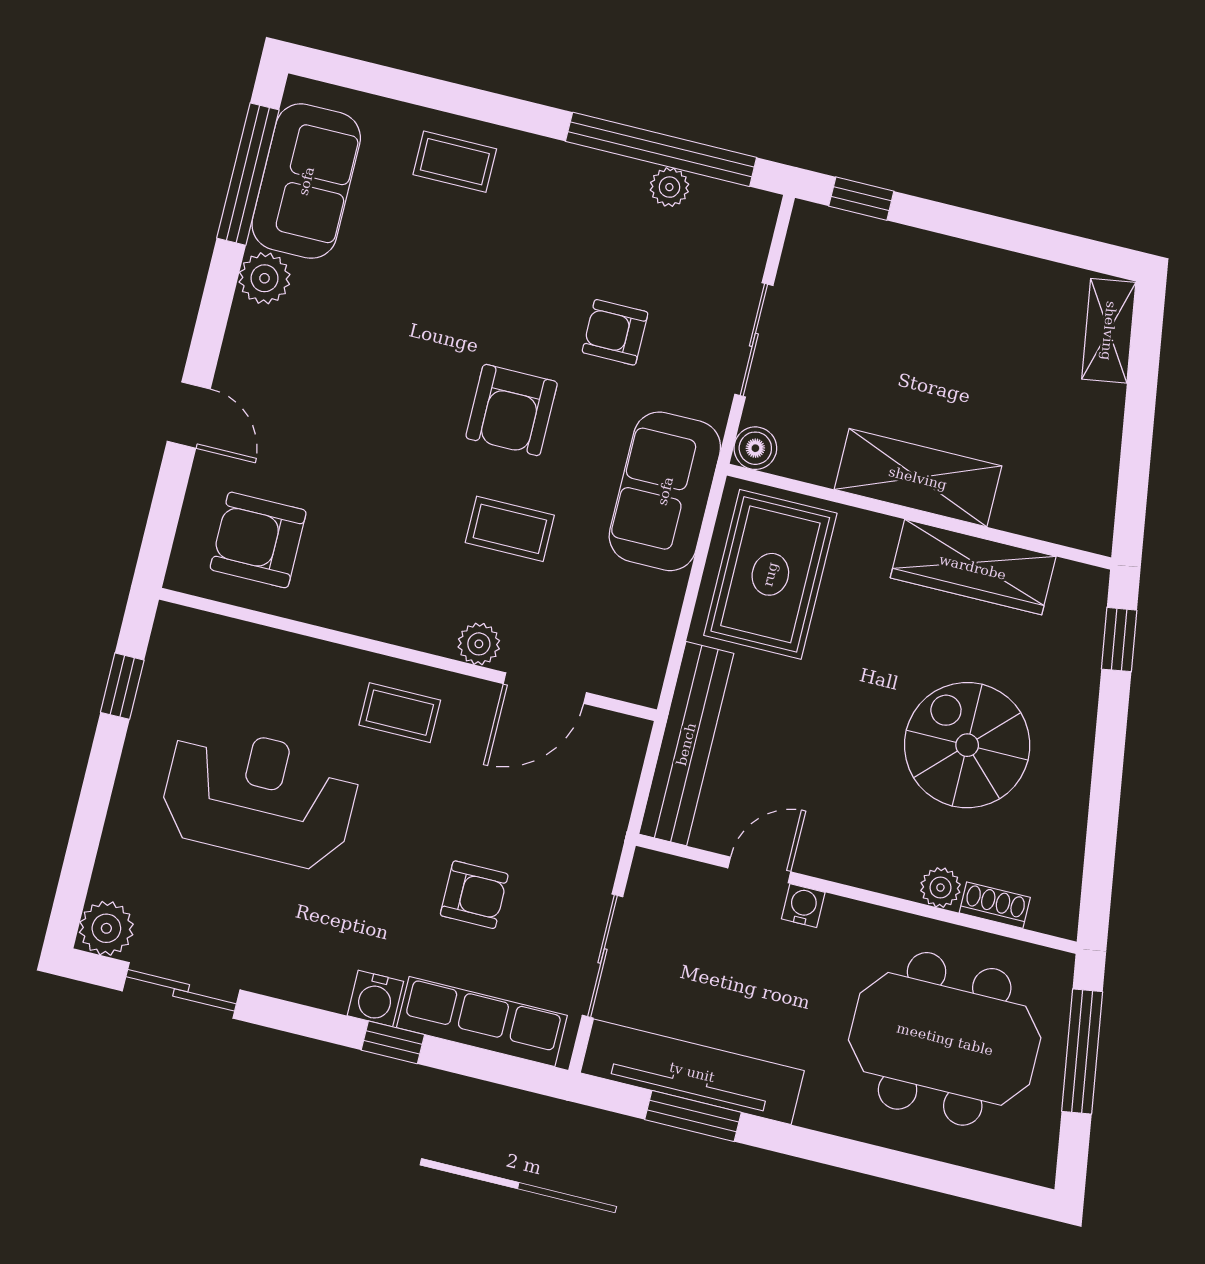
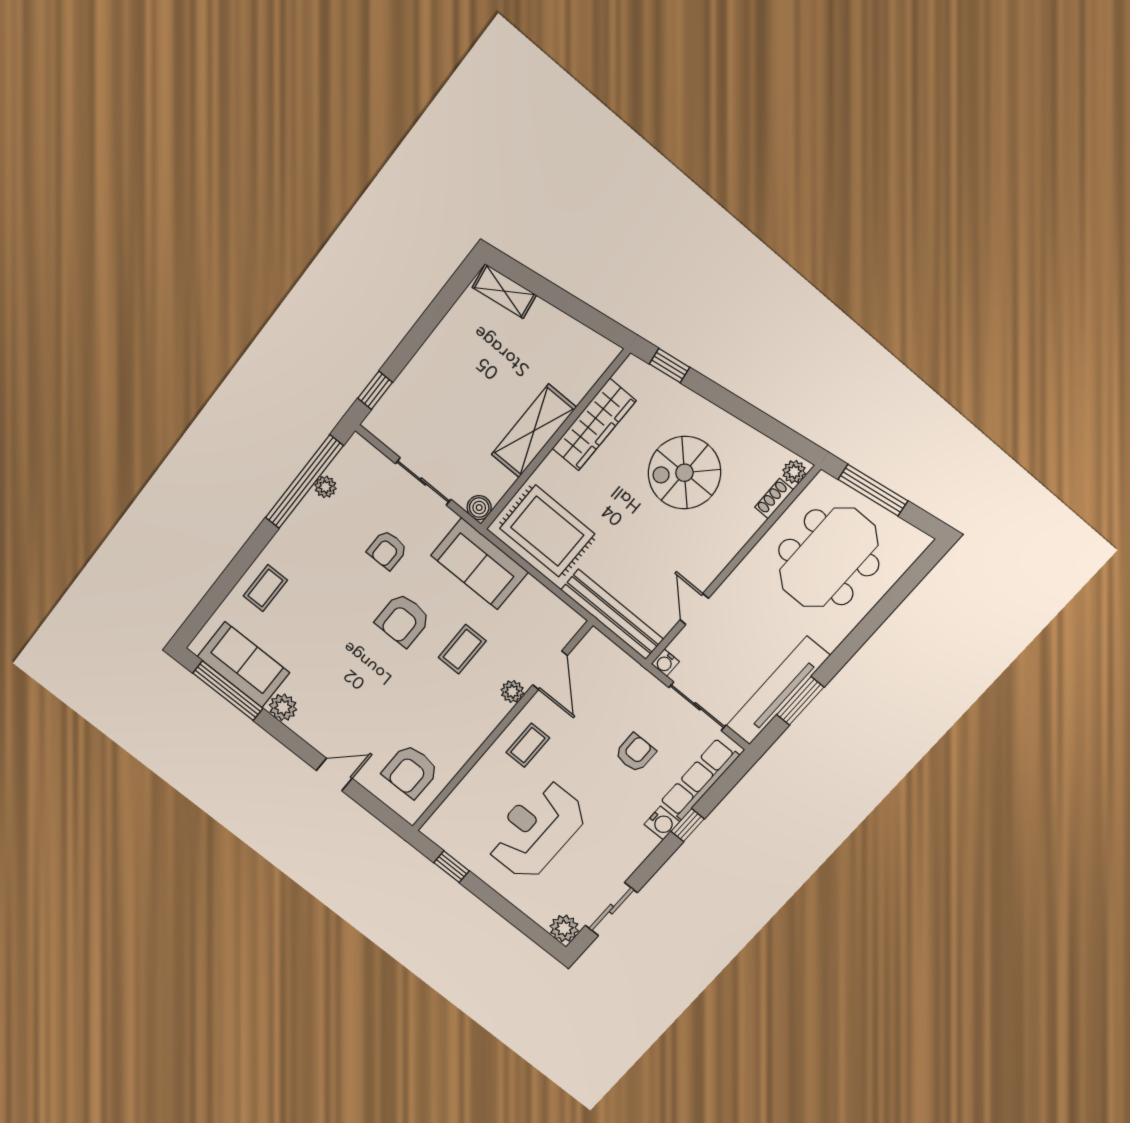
armchair: (512, 410) -> (403, 620), turned 90
plant: (940, 888) -> (794, 472), moved
water cooler: (803, 906) -> (665, 663), moved, turned -90

